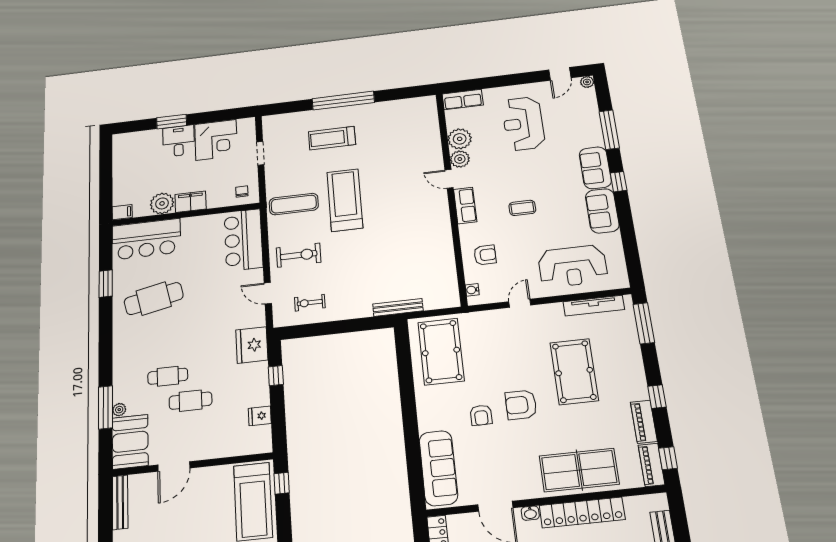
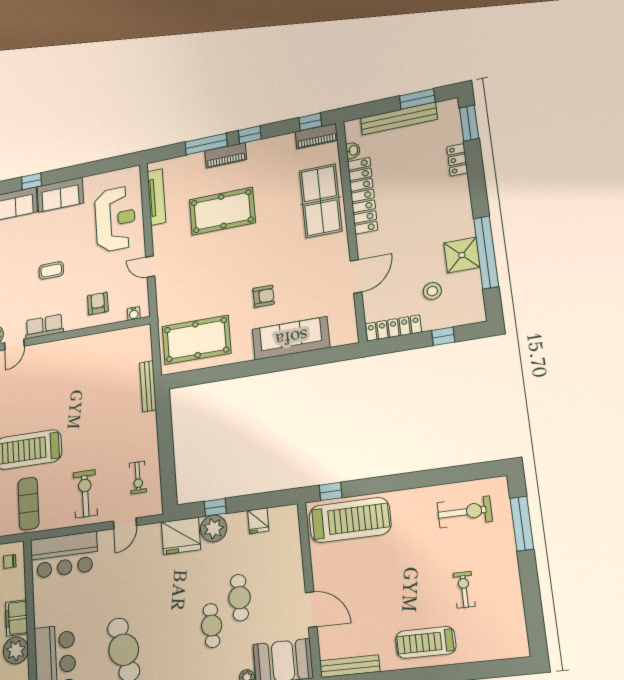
coffee table: (522, 208) -> (51, 270), turned 90
window: (644, 323) -> (206, 144), moved
plant: (256, 375) -> (214, 529), added
armchair: (521, 405) -> (254, 259), removed
piano: (644, 422) -> (226, 155), moved
sofa: (438, 468) -> (291, 338), moved
washbasin: (530, 513) -> (353, 150), moved

